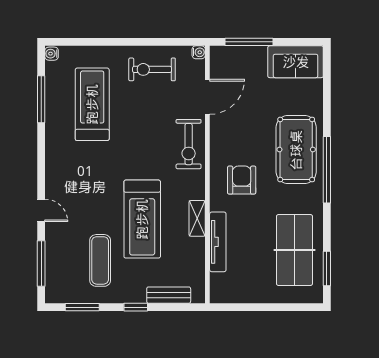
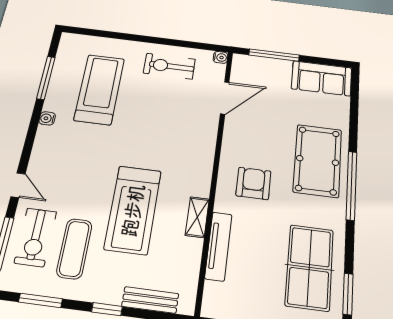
water cooler: (52, 54) -> (47, 118), moved
exercise bike: (189, 144) -> (36, 237), moved

